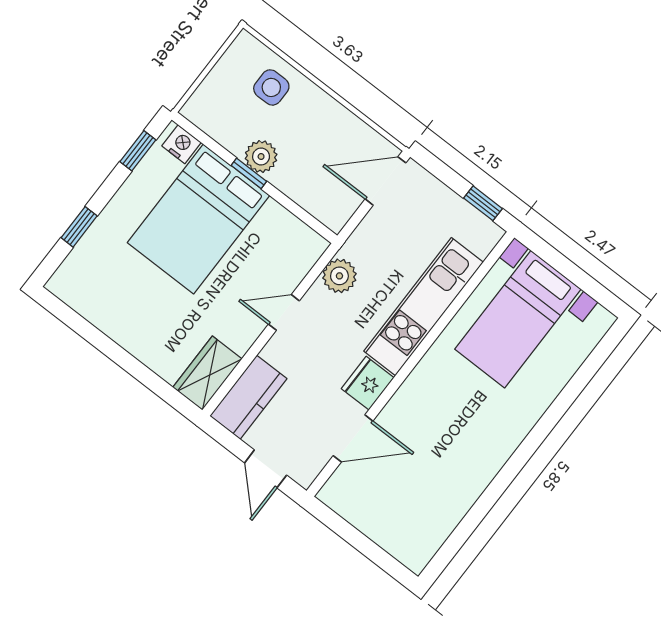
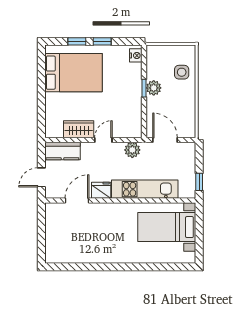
window: (138, 151) -> (102, 41), moved
door: (386, 181) -> (165, 140), moved
bed: (199, 219) -> (73, 73), moved, turned 180
door: (284, 312) -> (103, 140), hinge flipped
wardrobe: (207, 373) -> (79, 129), moved
door: (353, 438) -> (77, 201), swing flipped

